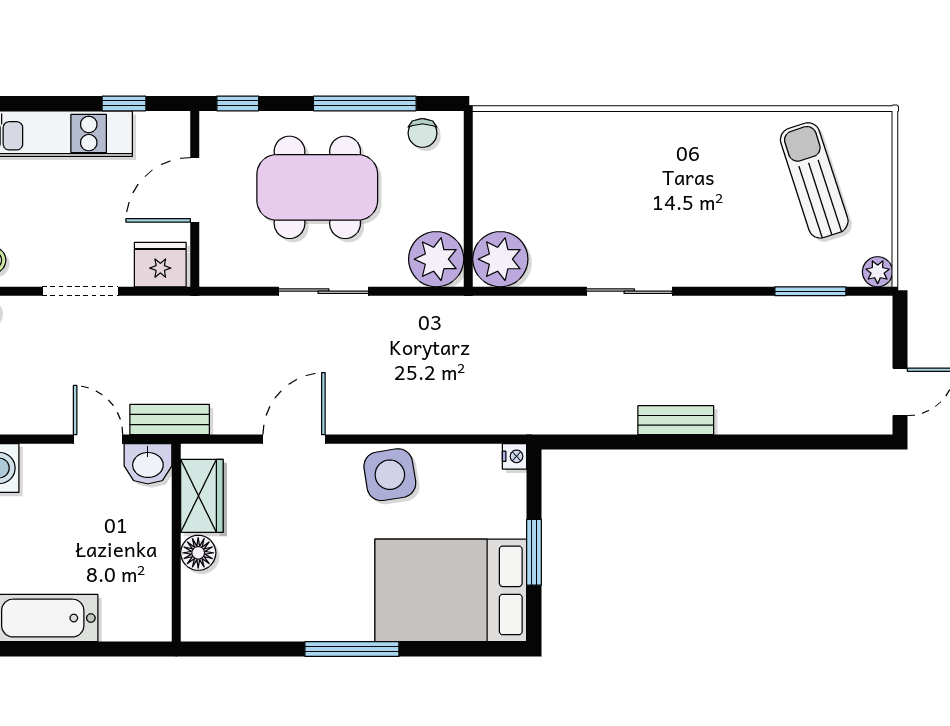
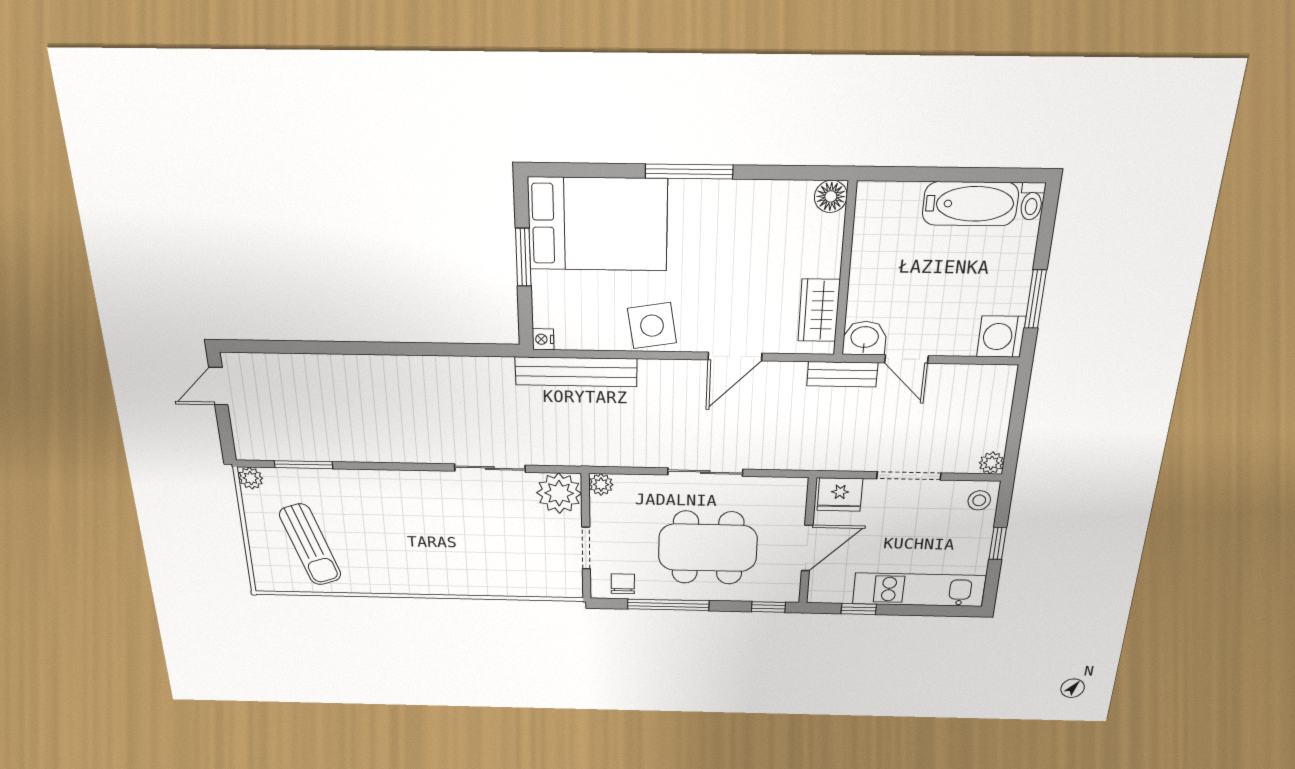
doorway: (468, 184) -> (586, 548), added
plant: (436, 259) -> (601, 484), width x0.53, depth x0.53
sliding door: (629, 291) -> (490, 468), moved
bench: (676, 420) -> (576, 372), moved, width x1.86, depth x1.21
floor lamp: (198, 553) -> (831, 196), moved

